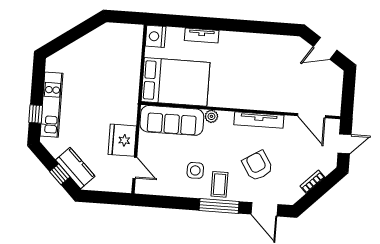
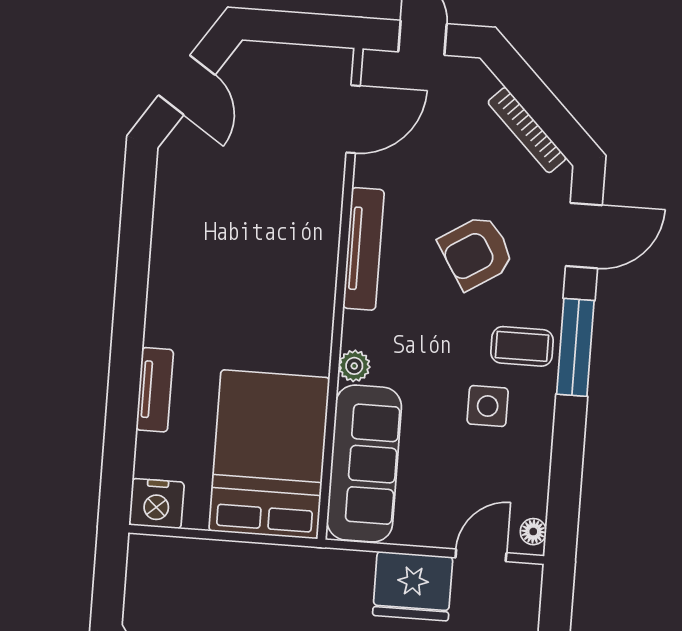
bookcase: (312, 182) -> (527, 130), width x1.56
floor lamp: (144, 189) -> (533, 532), added

